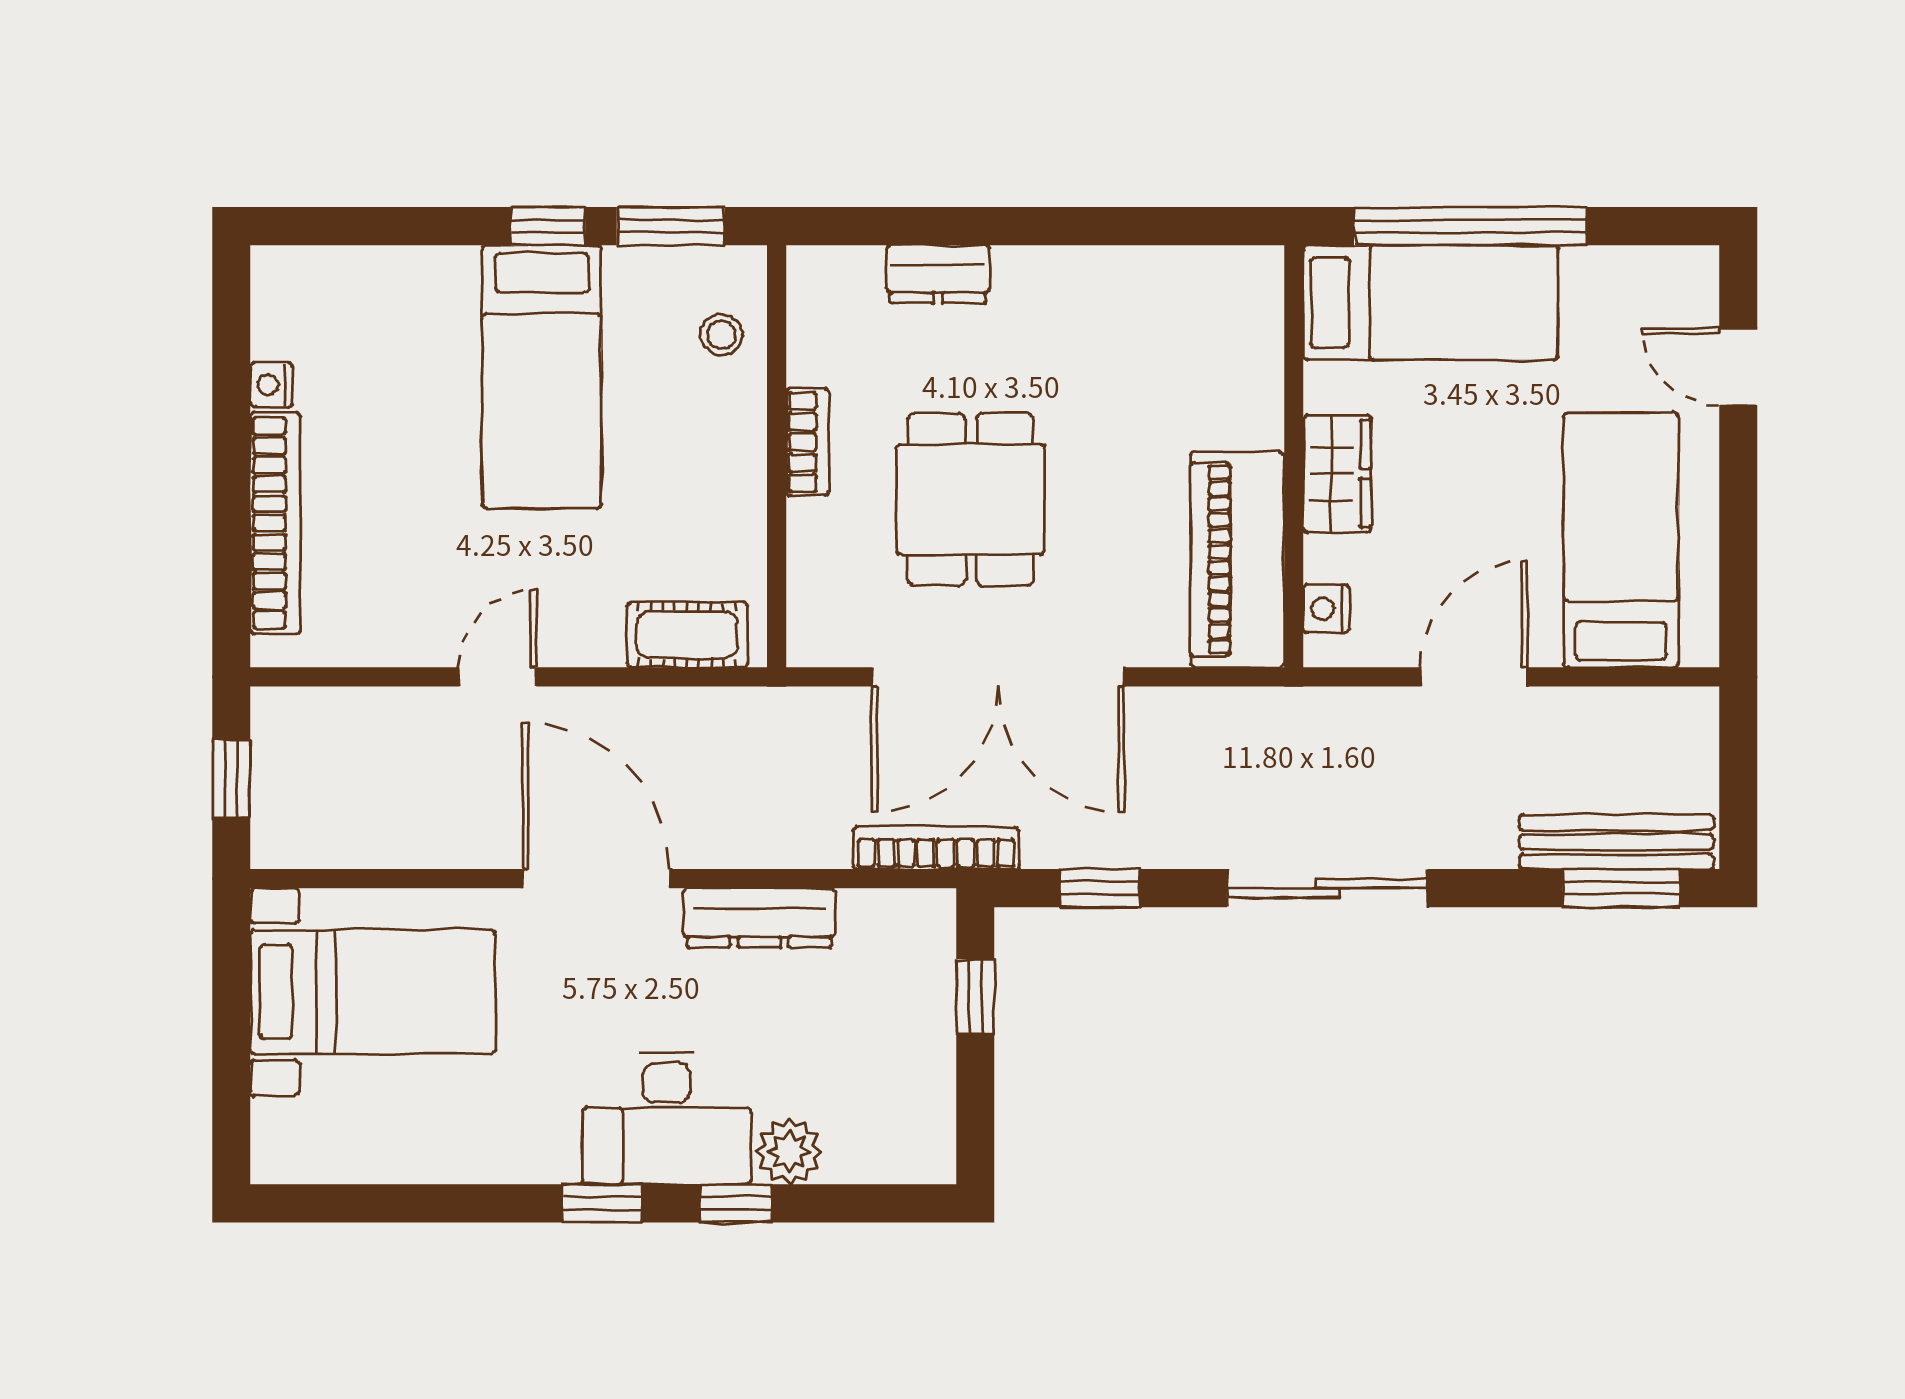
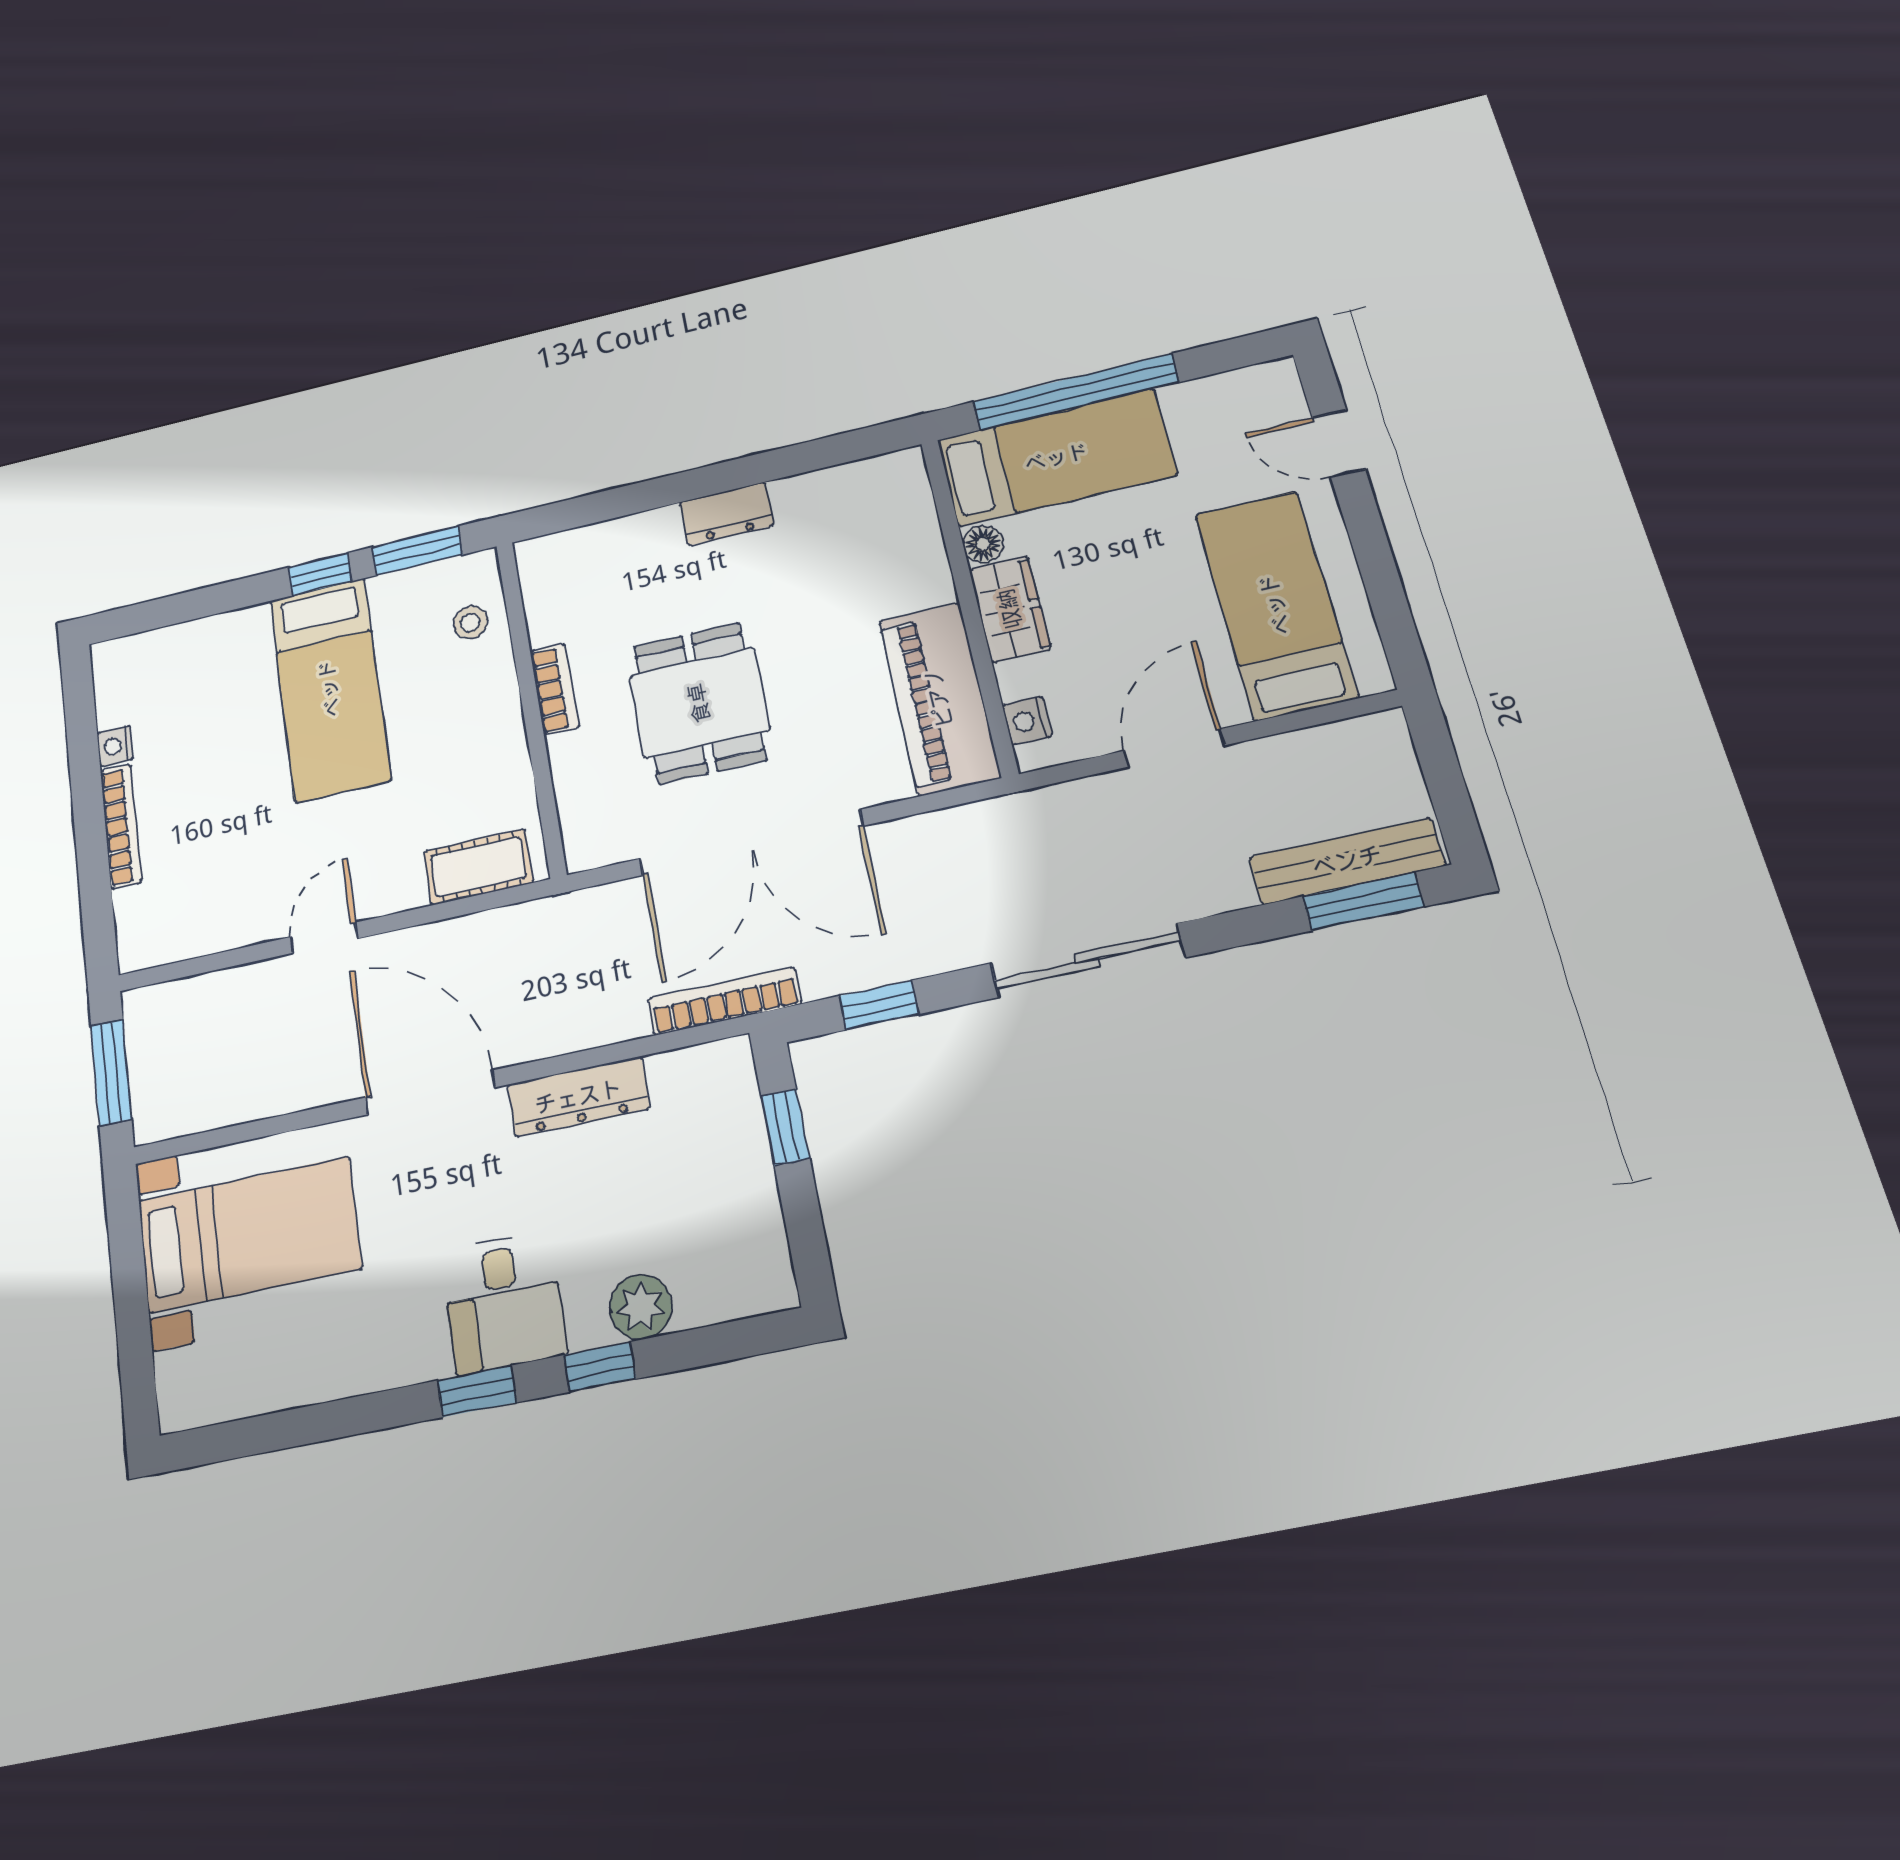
dresser: (938, 274) -> (726, 514), moved
floor lamp: (1326, 387) -> (983, 544), added
bookcase: (275, 523) -> (121, 826), width x0.68, depth x0.76
window: (231, 779) -> (111, 1073), width x1.50
desk: (667, 1118) -> (503, 1302), width x0.73

